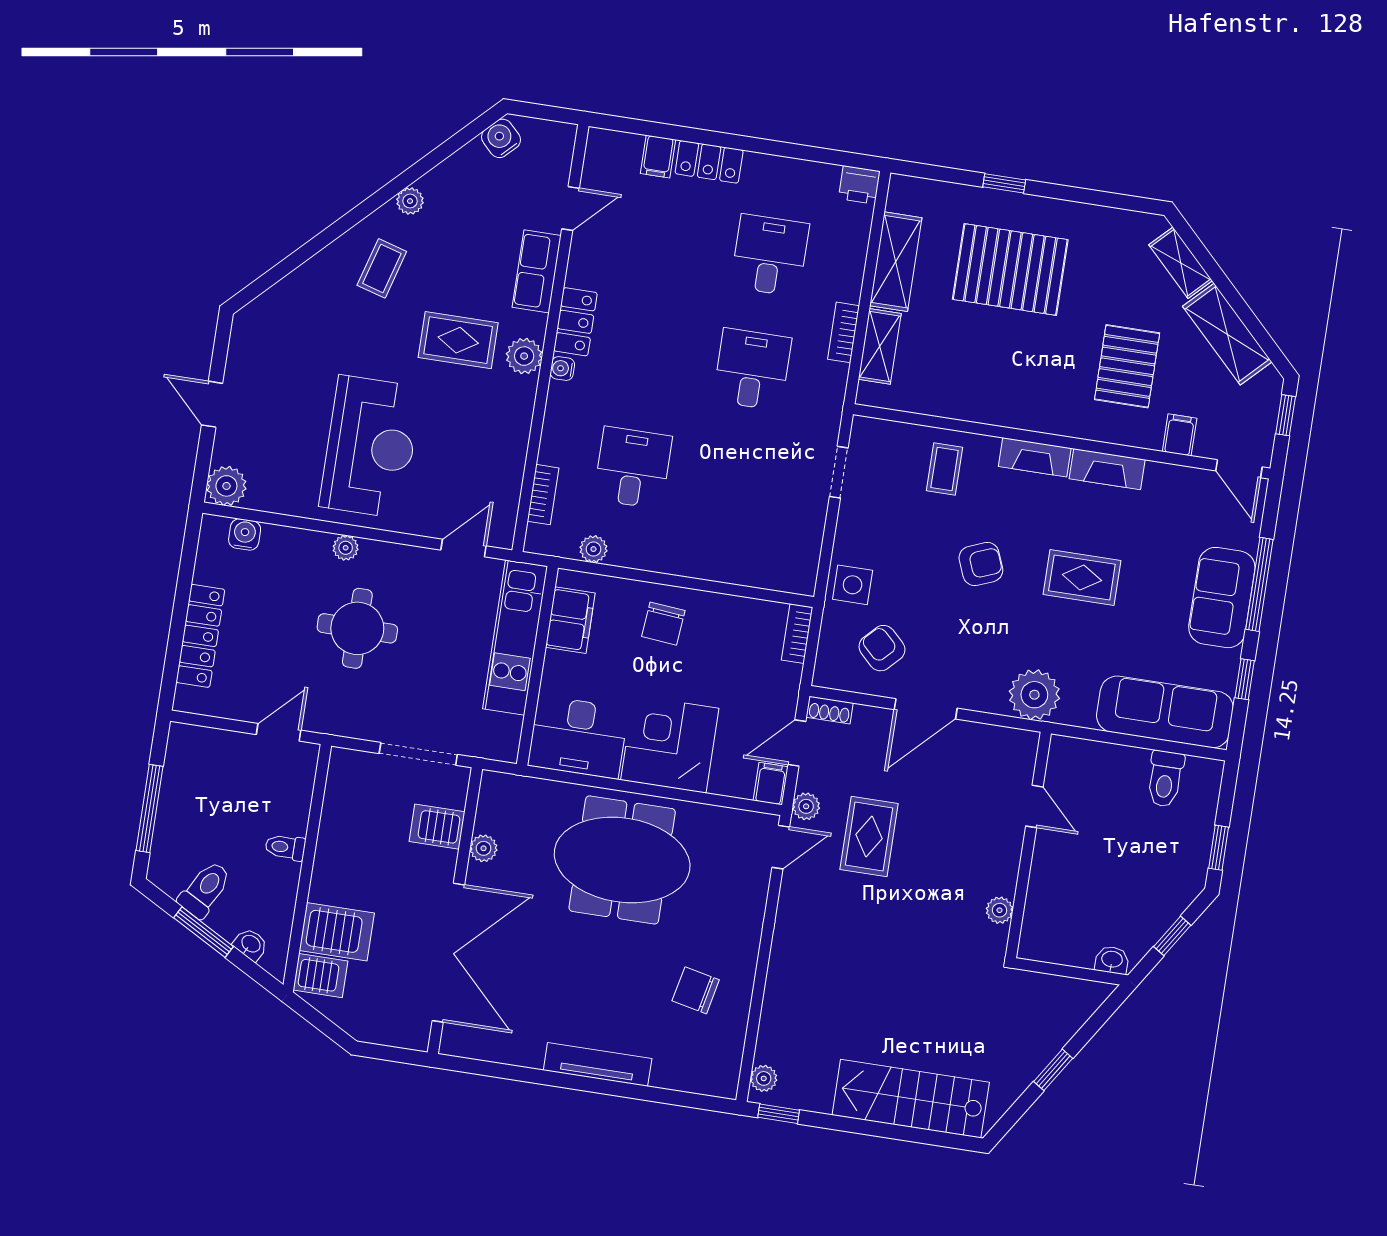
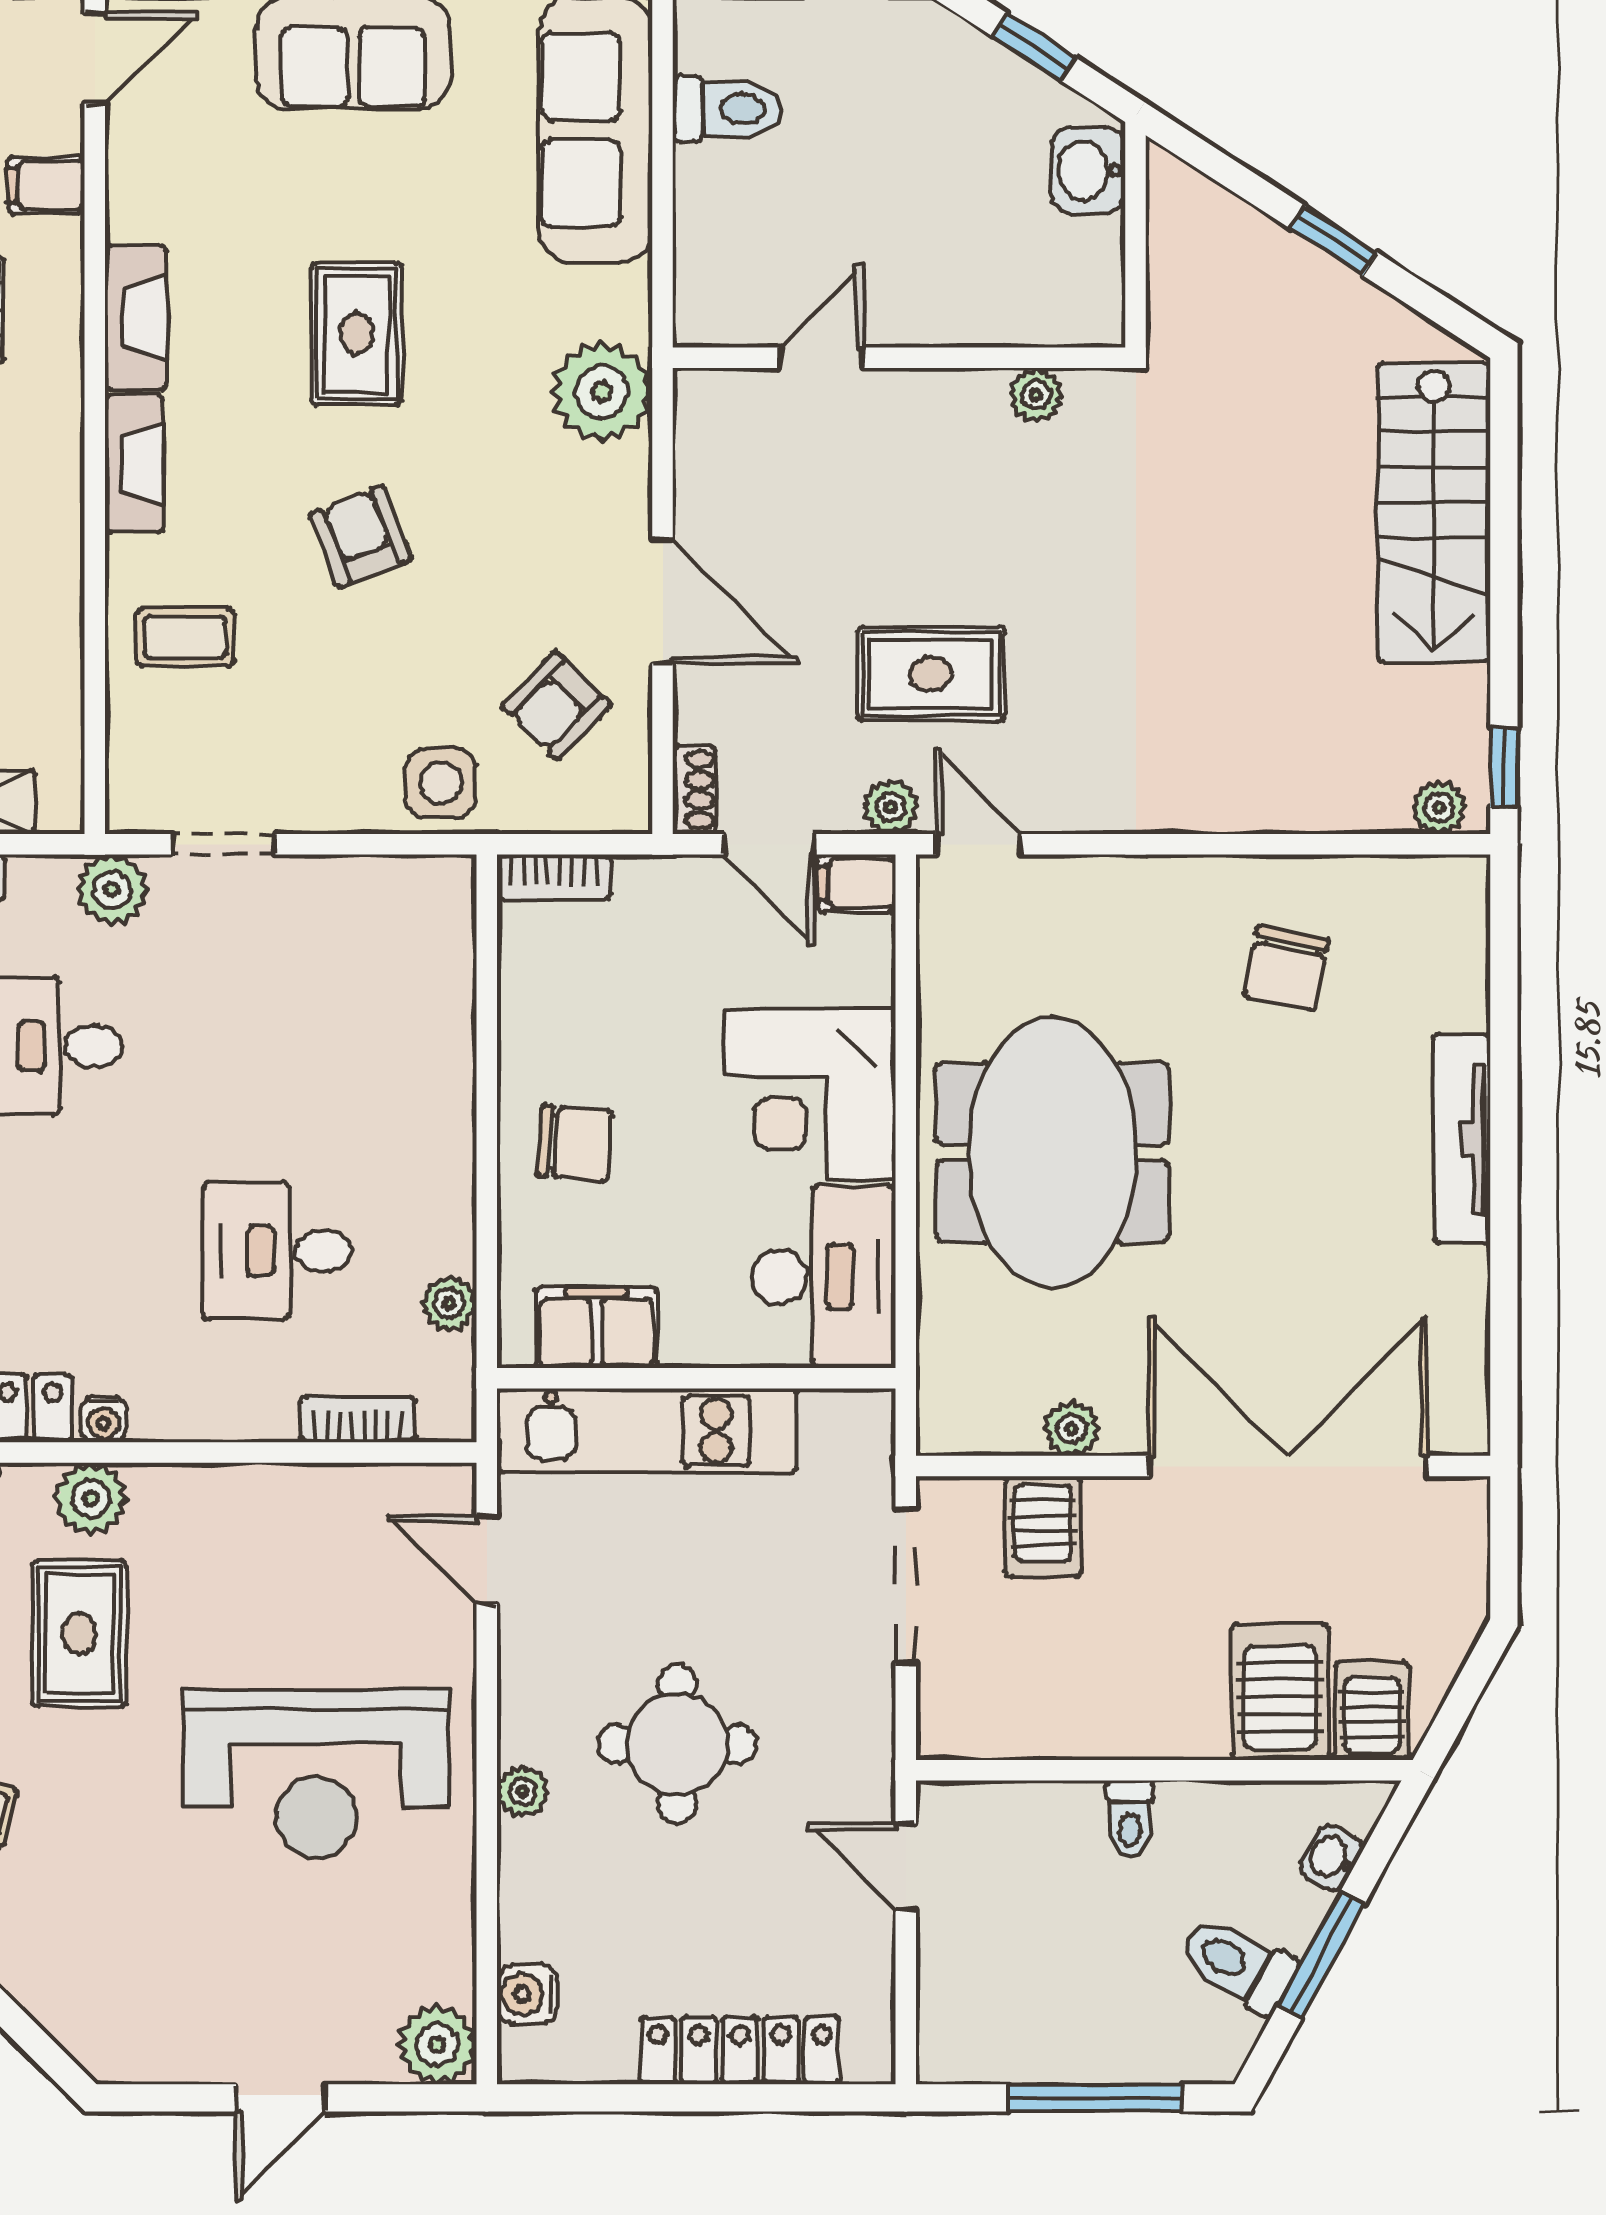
plant: (825, 413) -> (112, 890), added
reception desk: (370, 447) -> (316, 1774), turned 180
washbasin: (1112, 960) -> (1088, 171), width x1.38, depth x1.45

